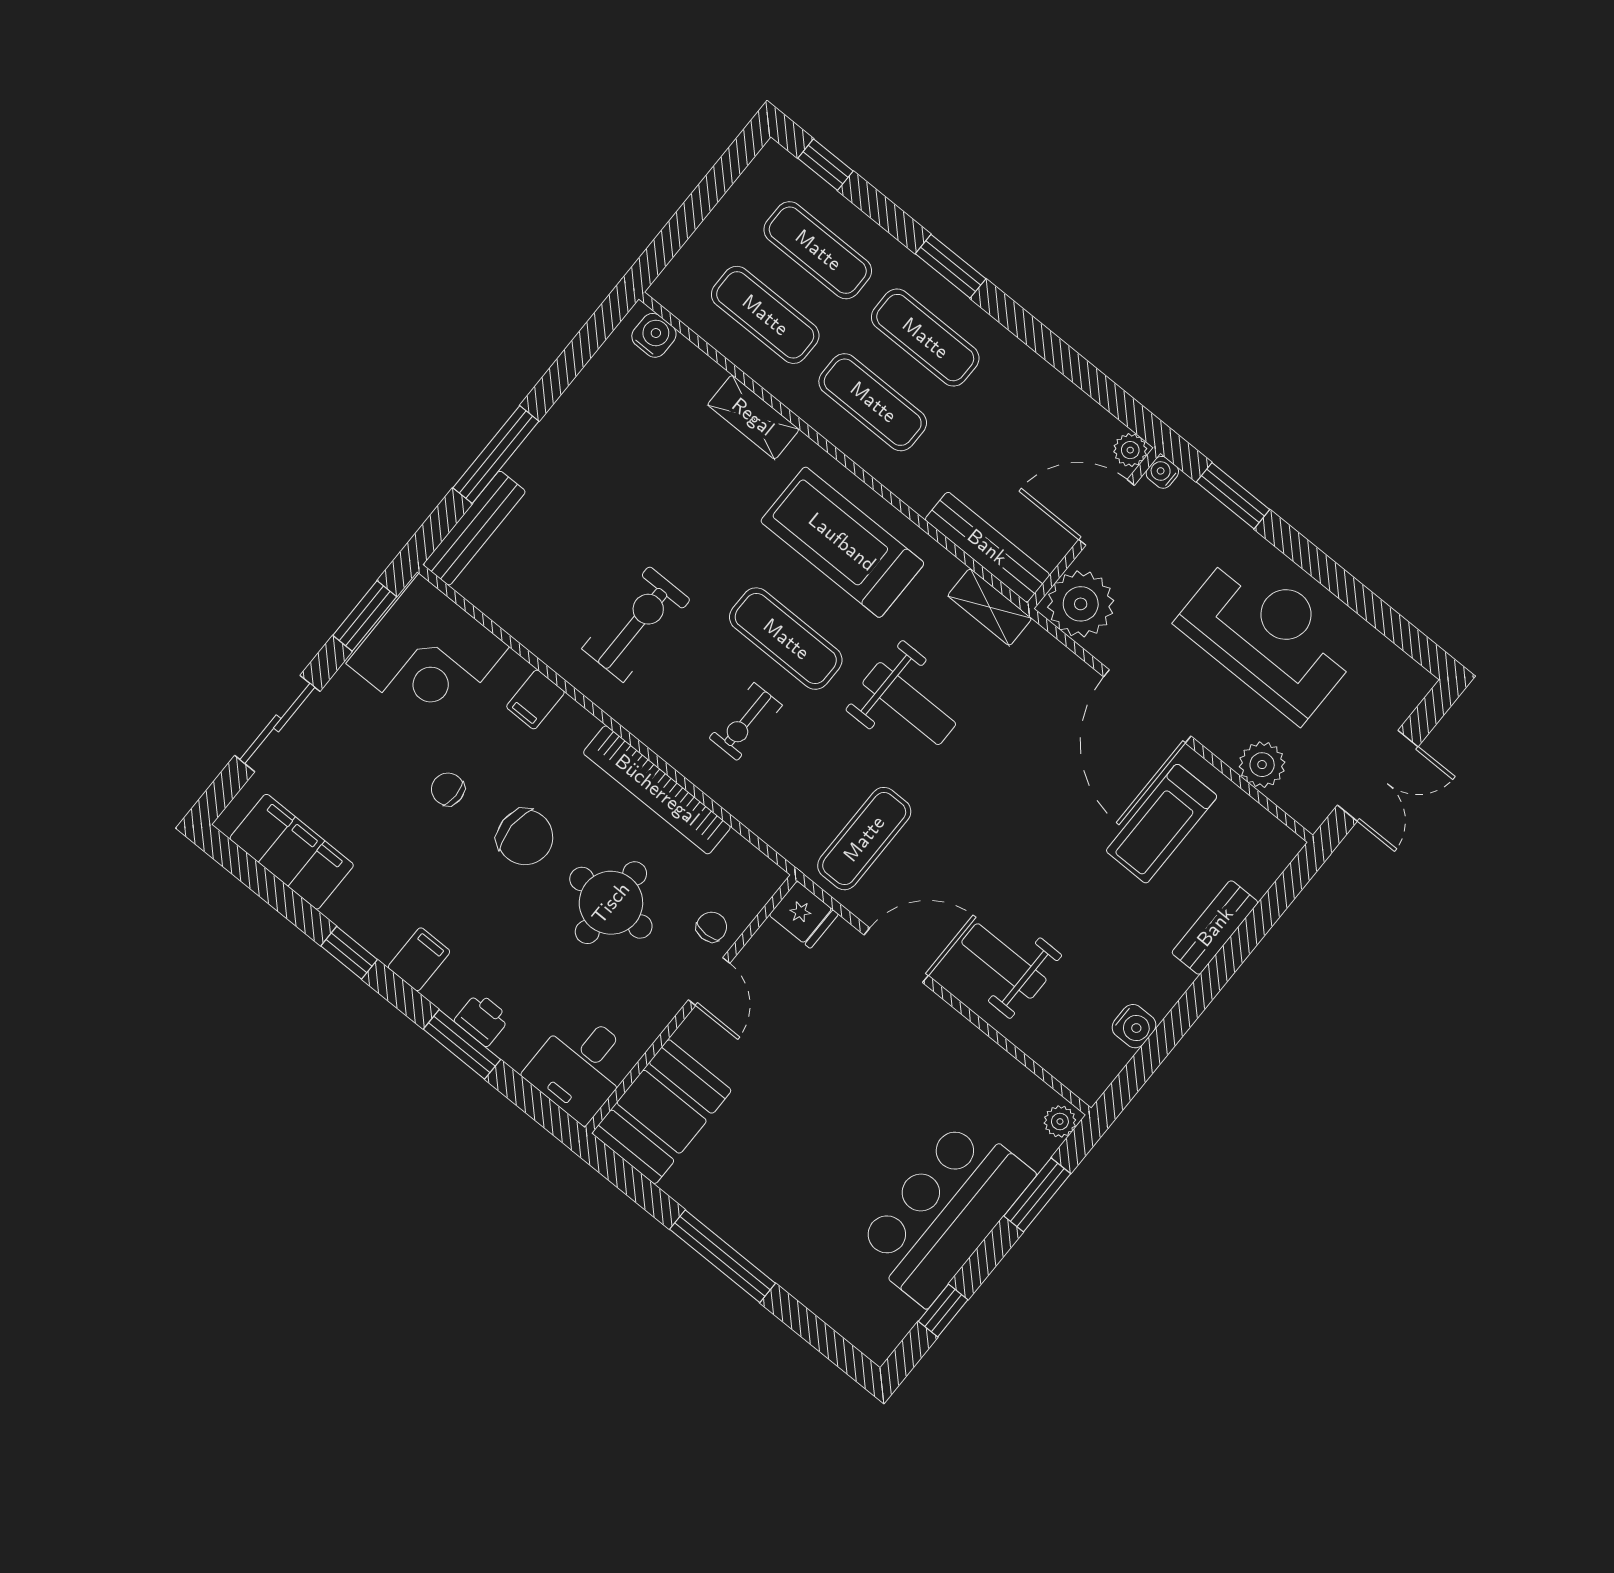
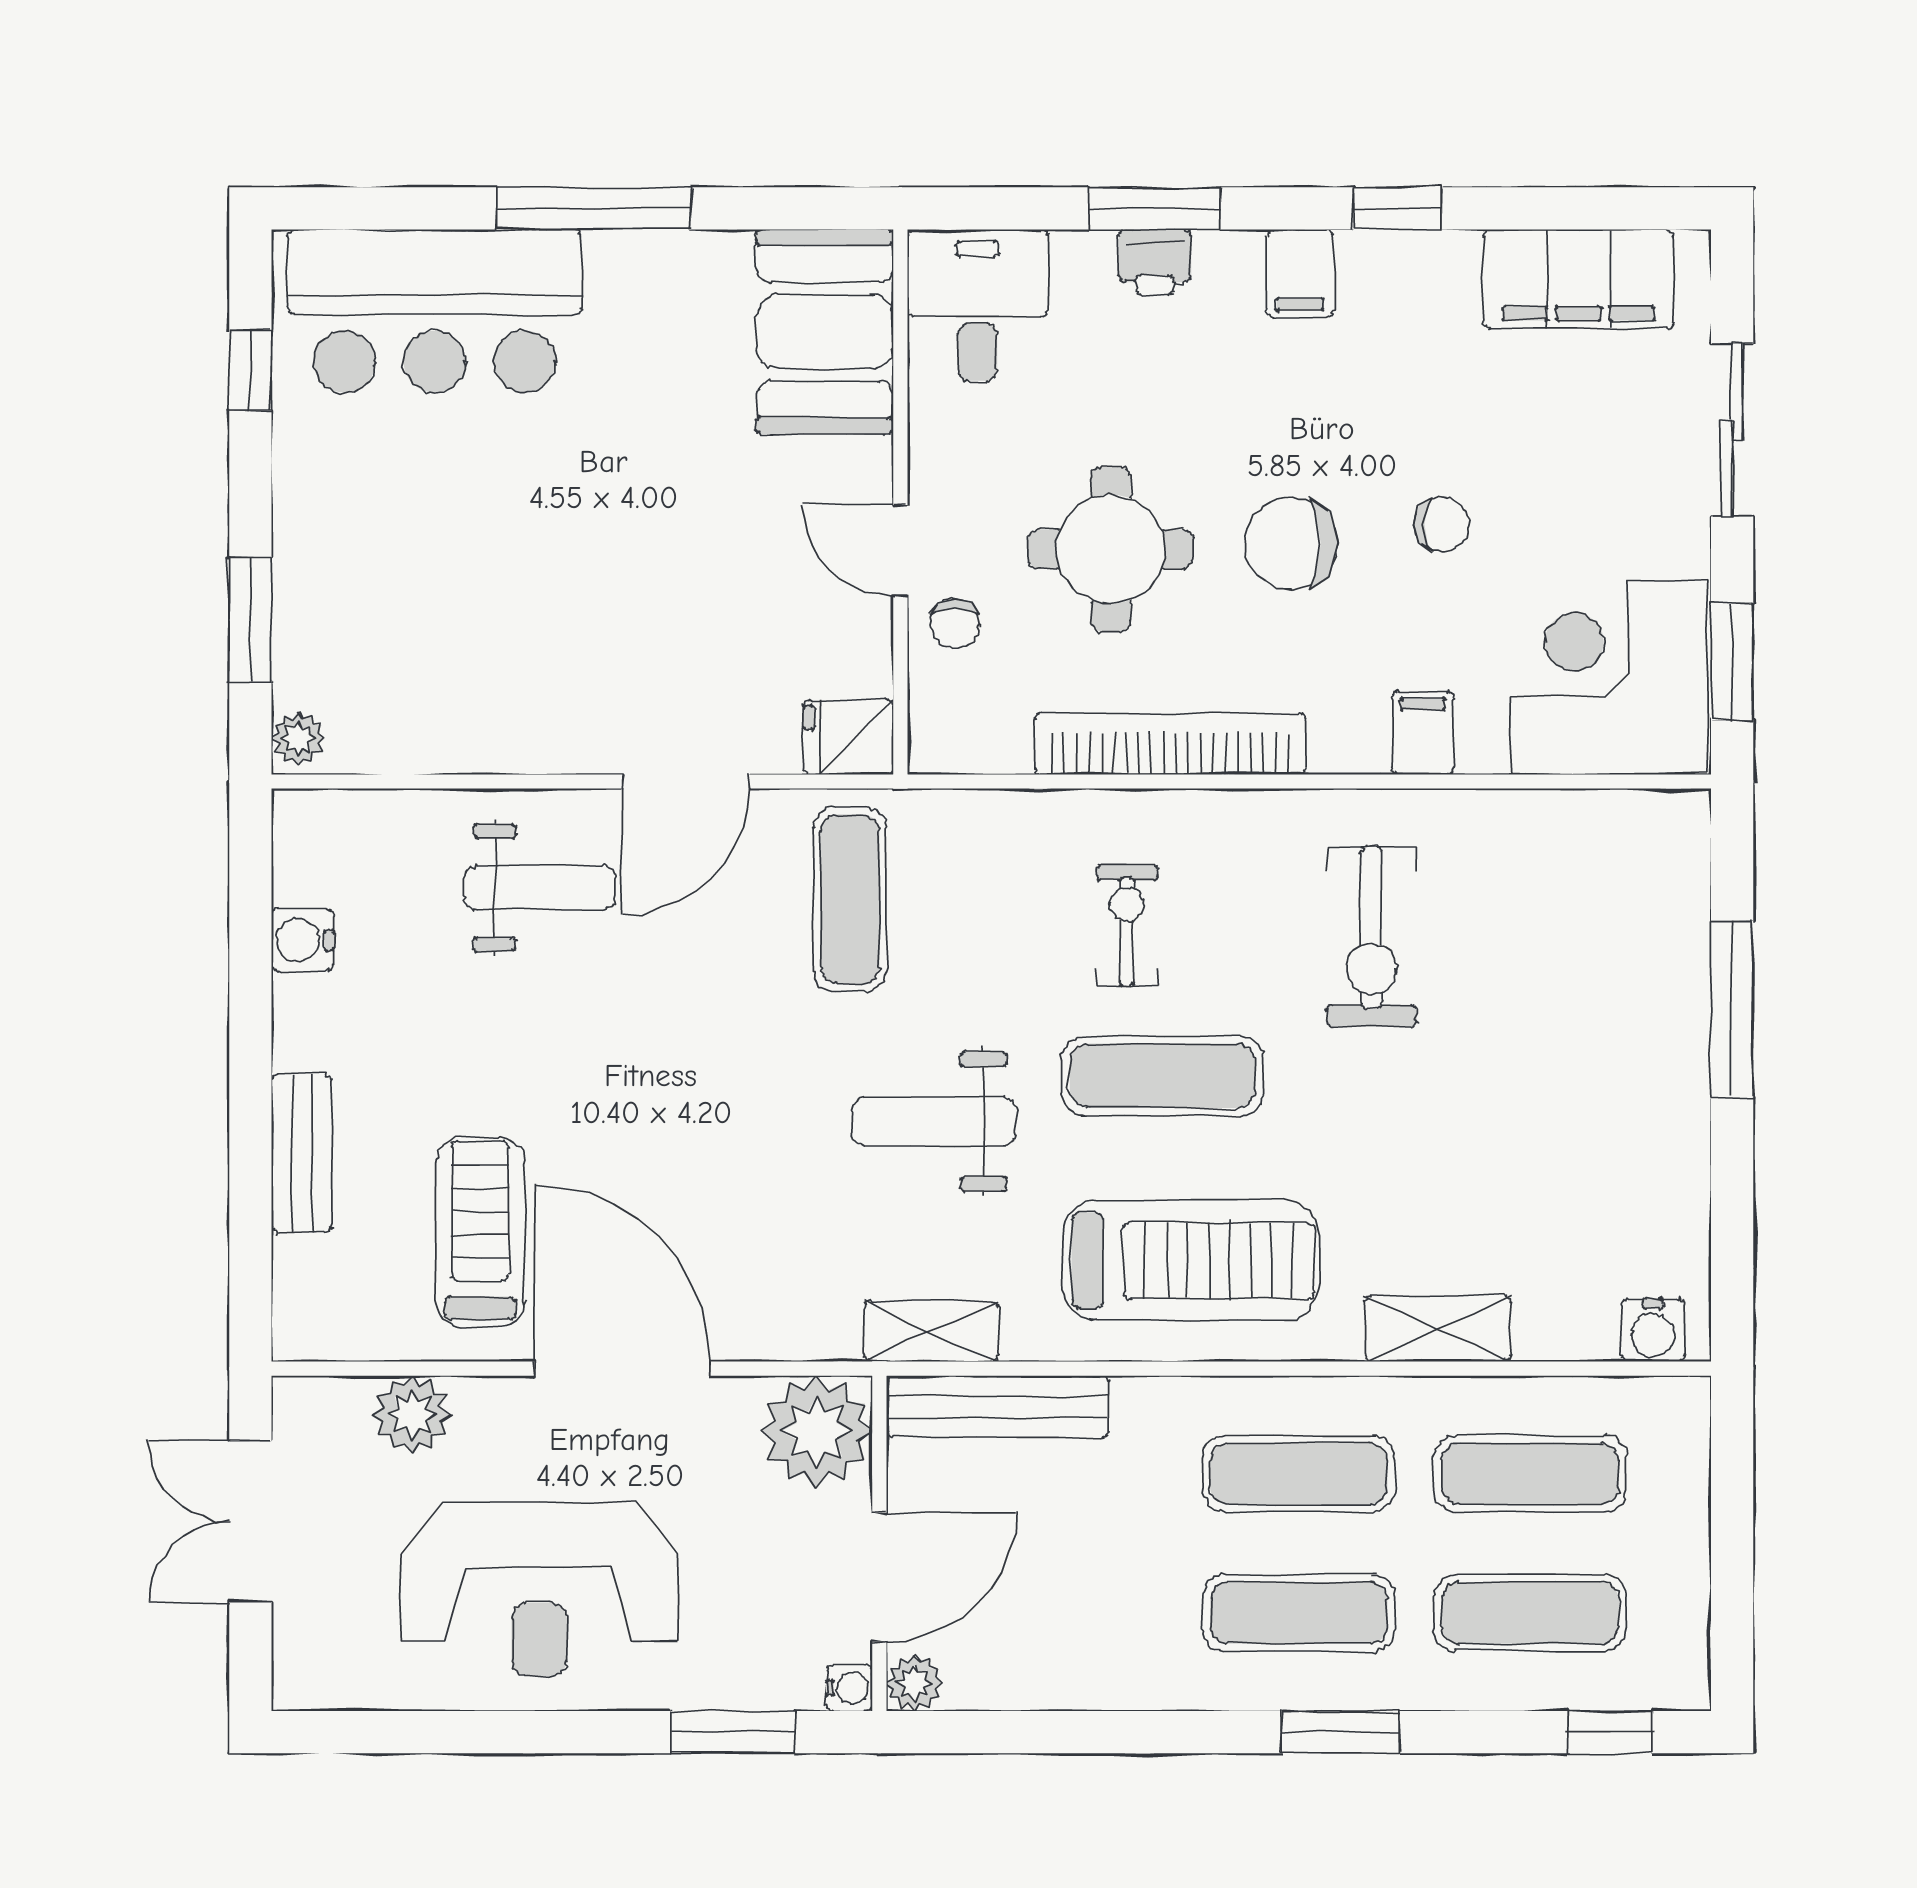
bench: (474, 528) -> (1682, 891), removed
bar counter: (944, 1212) -> (435, 311), moved, turned 90

